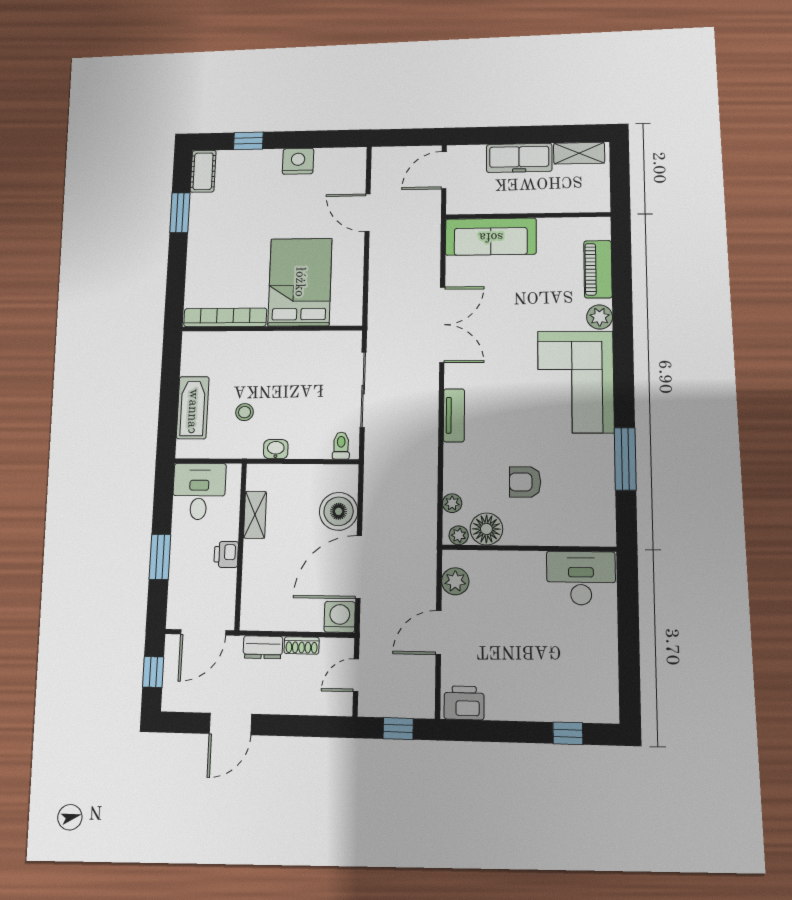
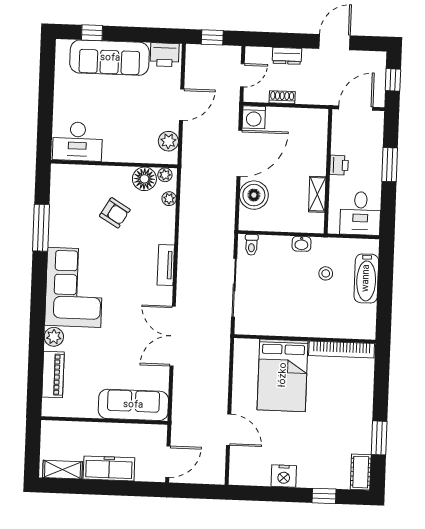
armchair: (525, 482) -> (115, 213), turned 31
dresser: (263, 647) -> (287, 56), moved, turned 180
sofa: (541, 698) -> (110, 58), added

